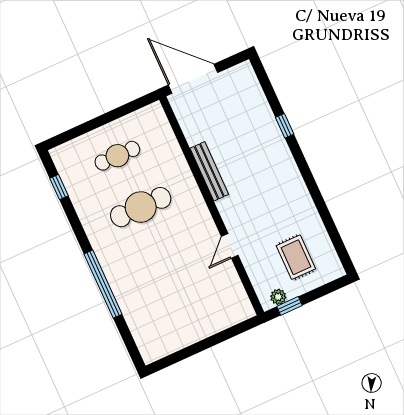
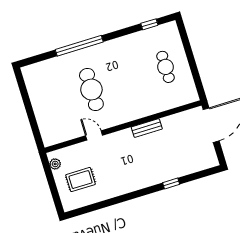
bench: (209, 171) -> (147, 128), width x0.73
cafe table: (141, 207) -> (91, 90), moved
window: (289, 306) -> (48, 171), removed

